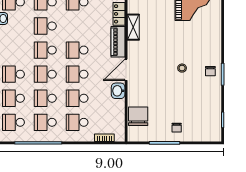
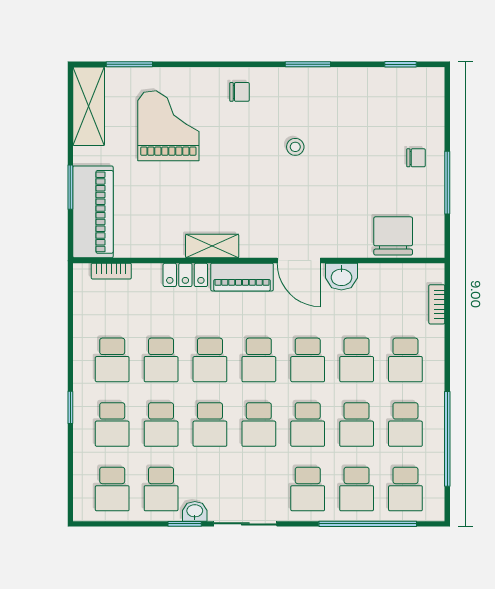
school desk: (77, 26) -> (210, 360), added
chair: (210, 71) -> (240, 92), moved
chair: (138, 116) -> (393, 236), turned 90

